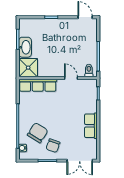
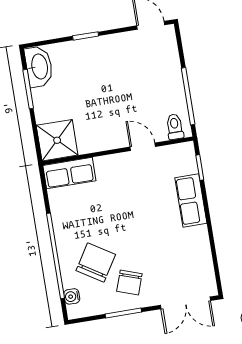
washbasin: (25, 47) -> (39, 67), moved
row of seats: (38, 85) -> (69, 173), width x0.68
row of seats: (91, 126) -> (191, 201), moved

